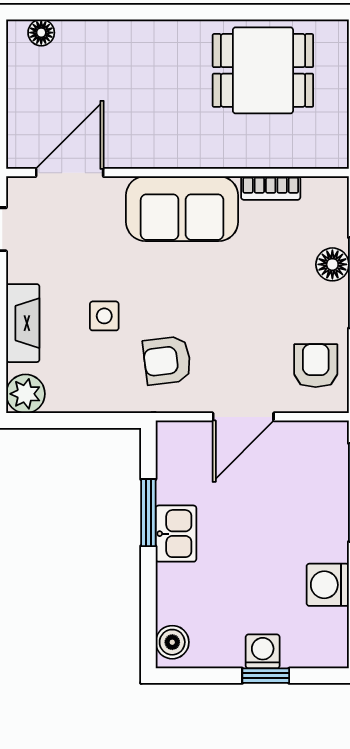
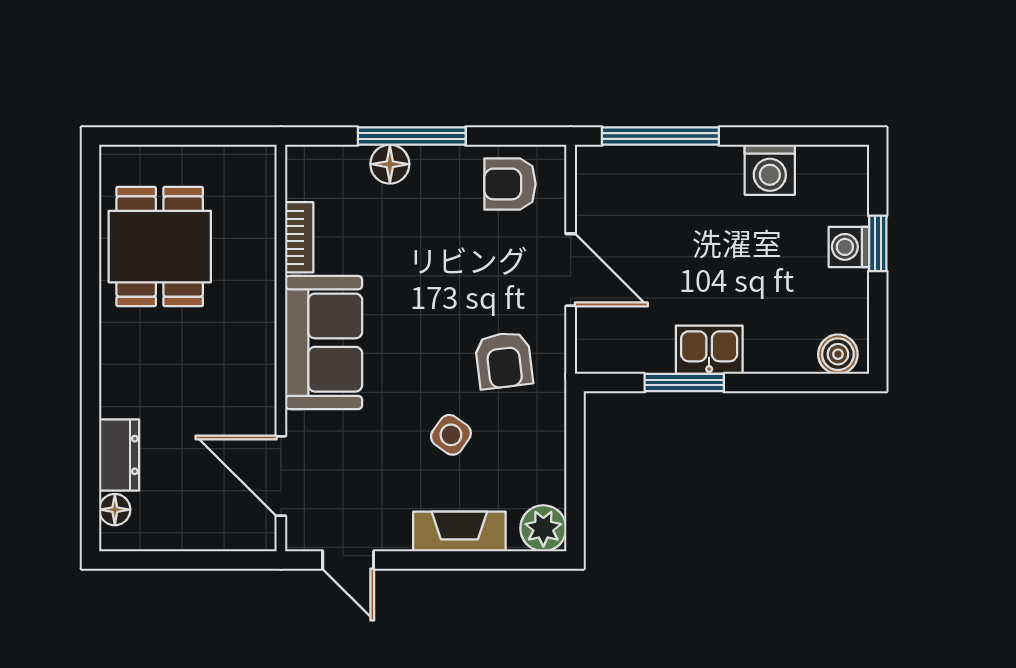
dresser: (87, 36) -> (119, 455), added
side table: (104, 316) -> (451, 435), turned 35

